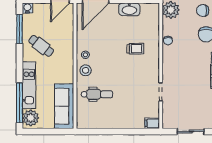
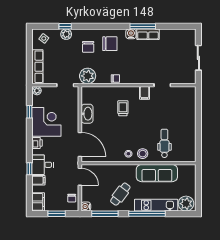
window: (19, 103) -> (147, 214), moved
sofa: (64, 106) -> (157, 173), moved
filing cabinet: (152, 123) -> (145, 93), moved

